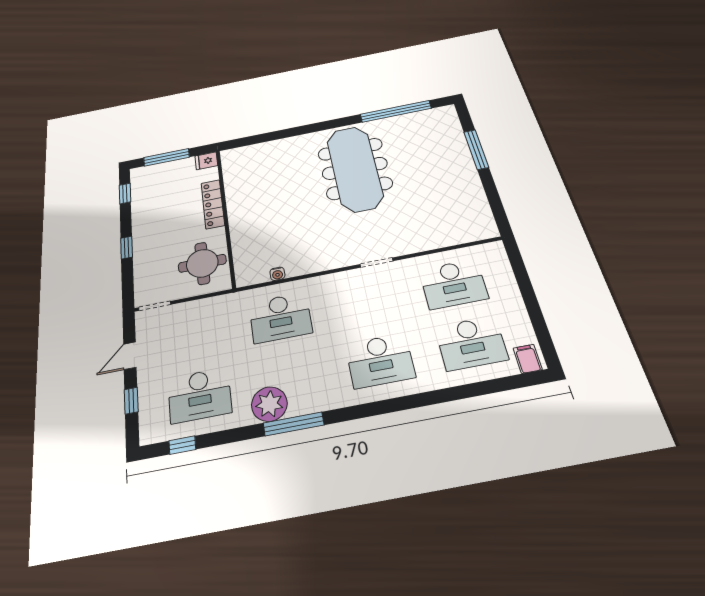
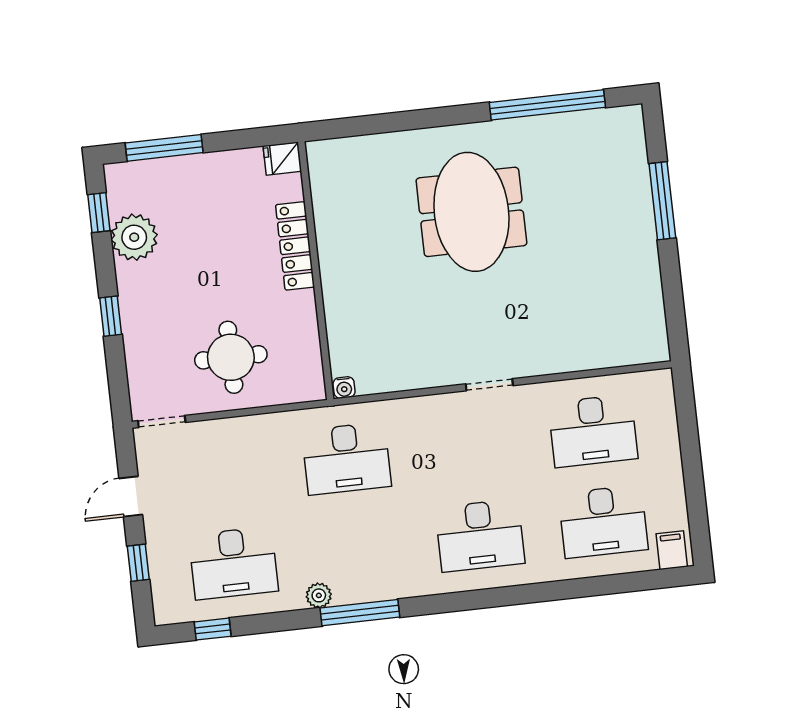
fridge: (206, 161) -> (282, 159), moved
meeting table: (355, 168) -> (471, 212), width x0.73
plant: (145, 204) -> (134, 237), added
locker: (213, 204) -> (295, 246), moved
wall: (226, 216) -> (316, 271), moved
plant: (269, 404) -> (319, 595), width x0.53, depth x0.53

